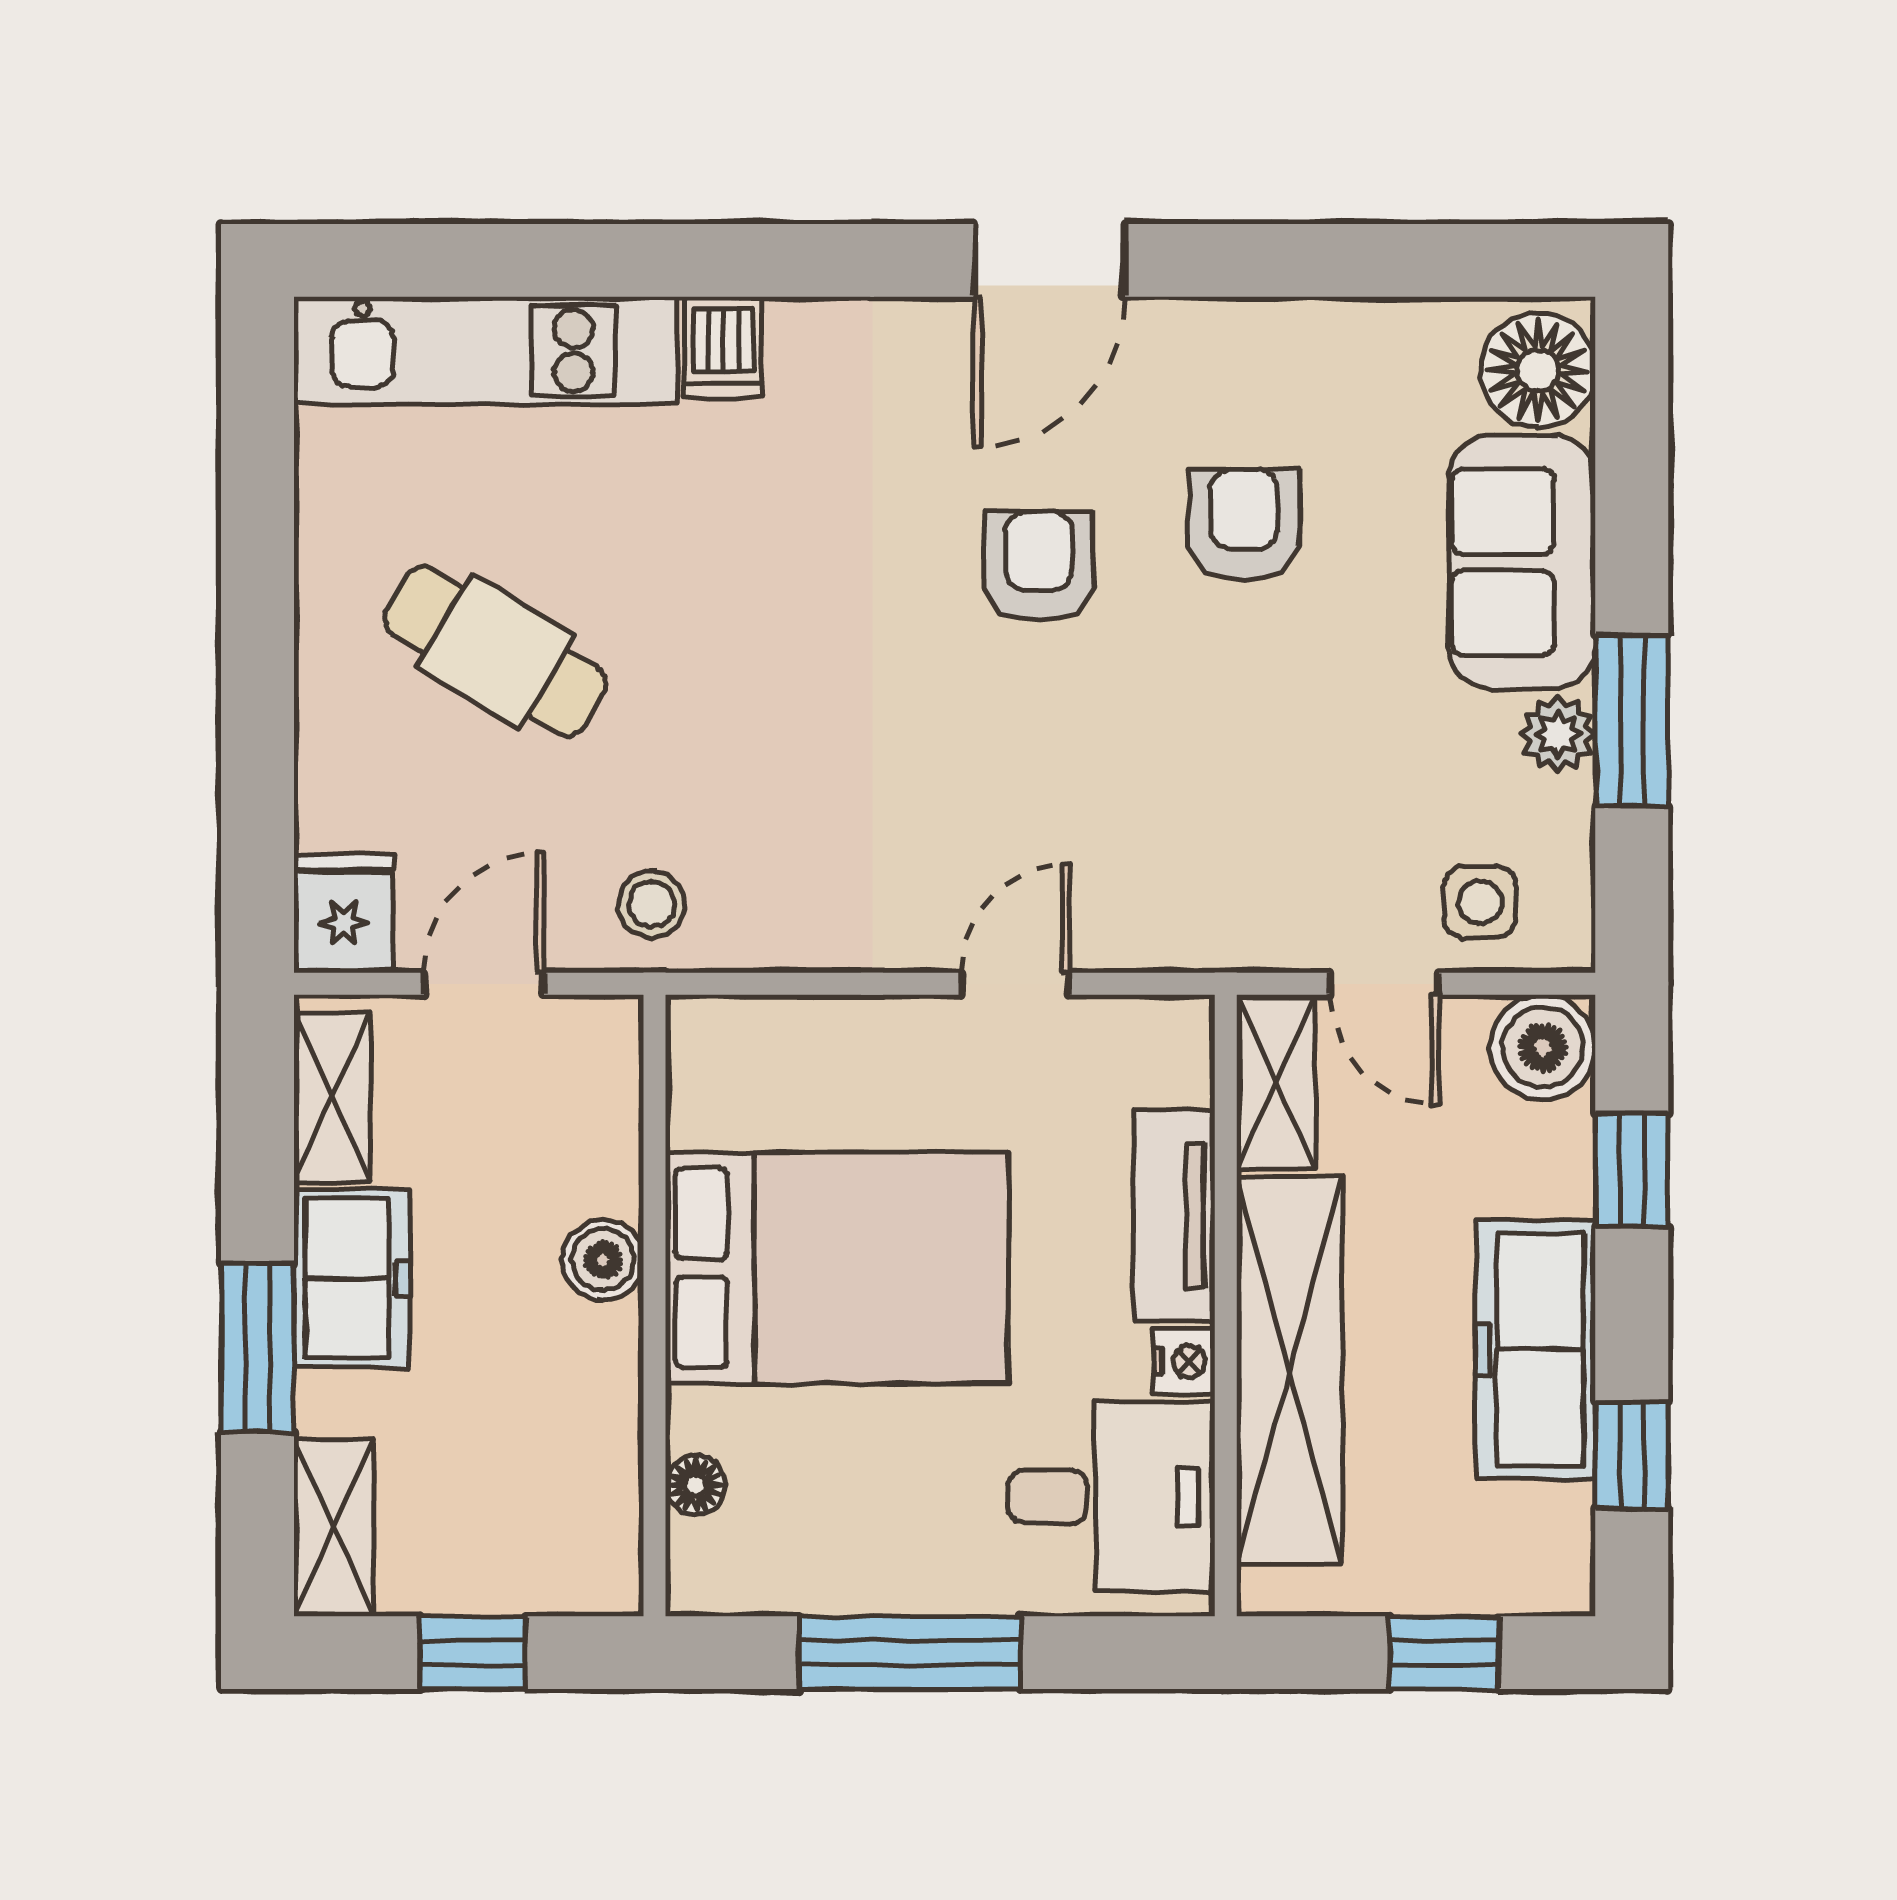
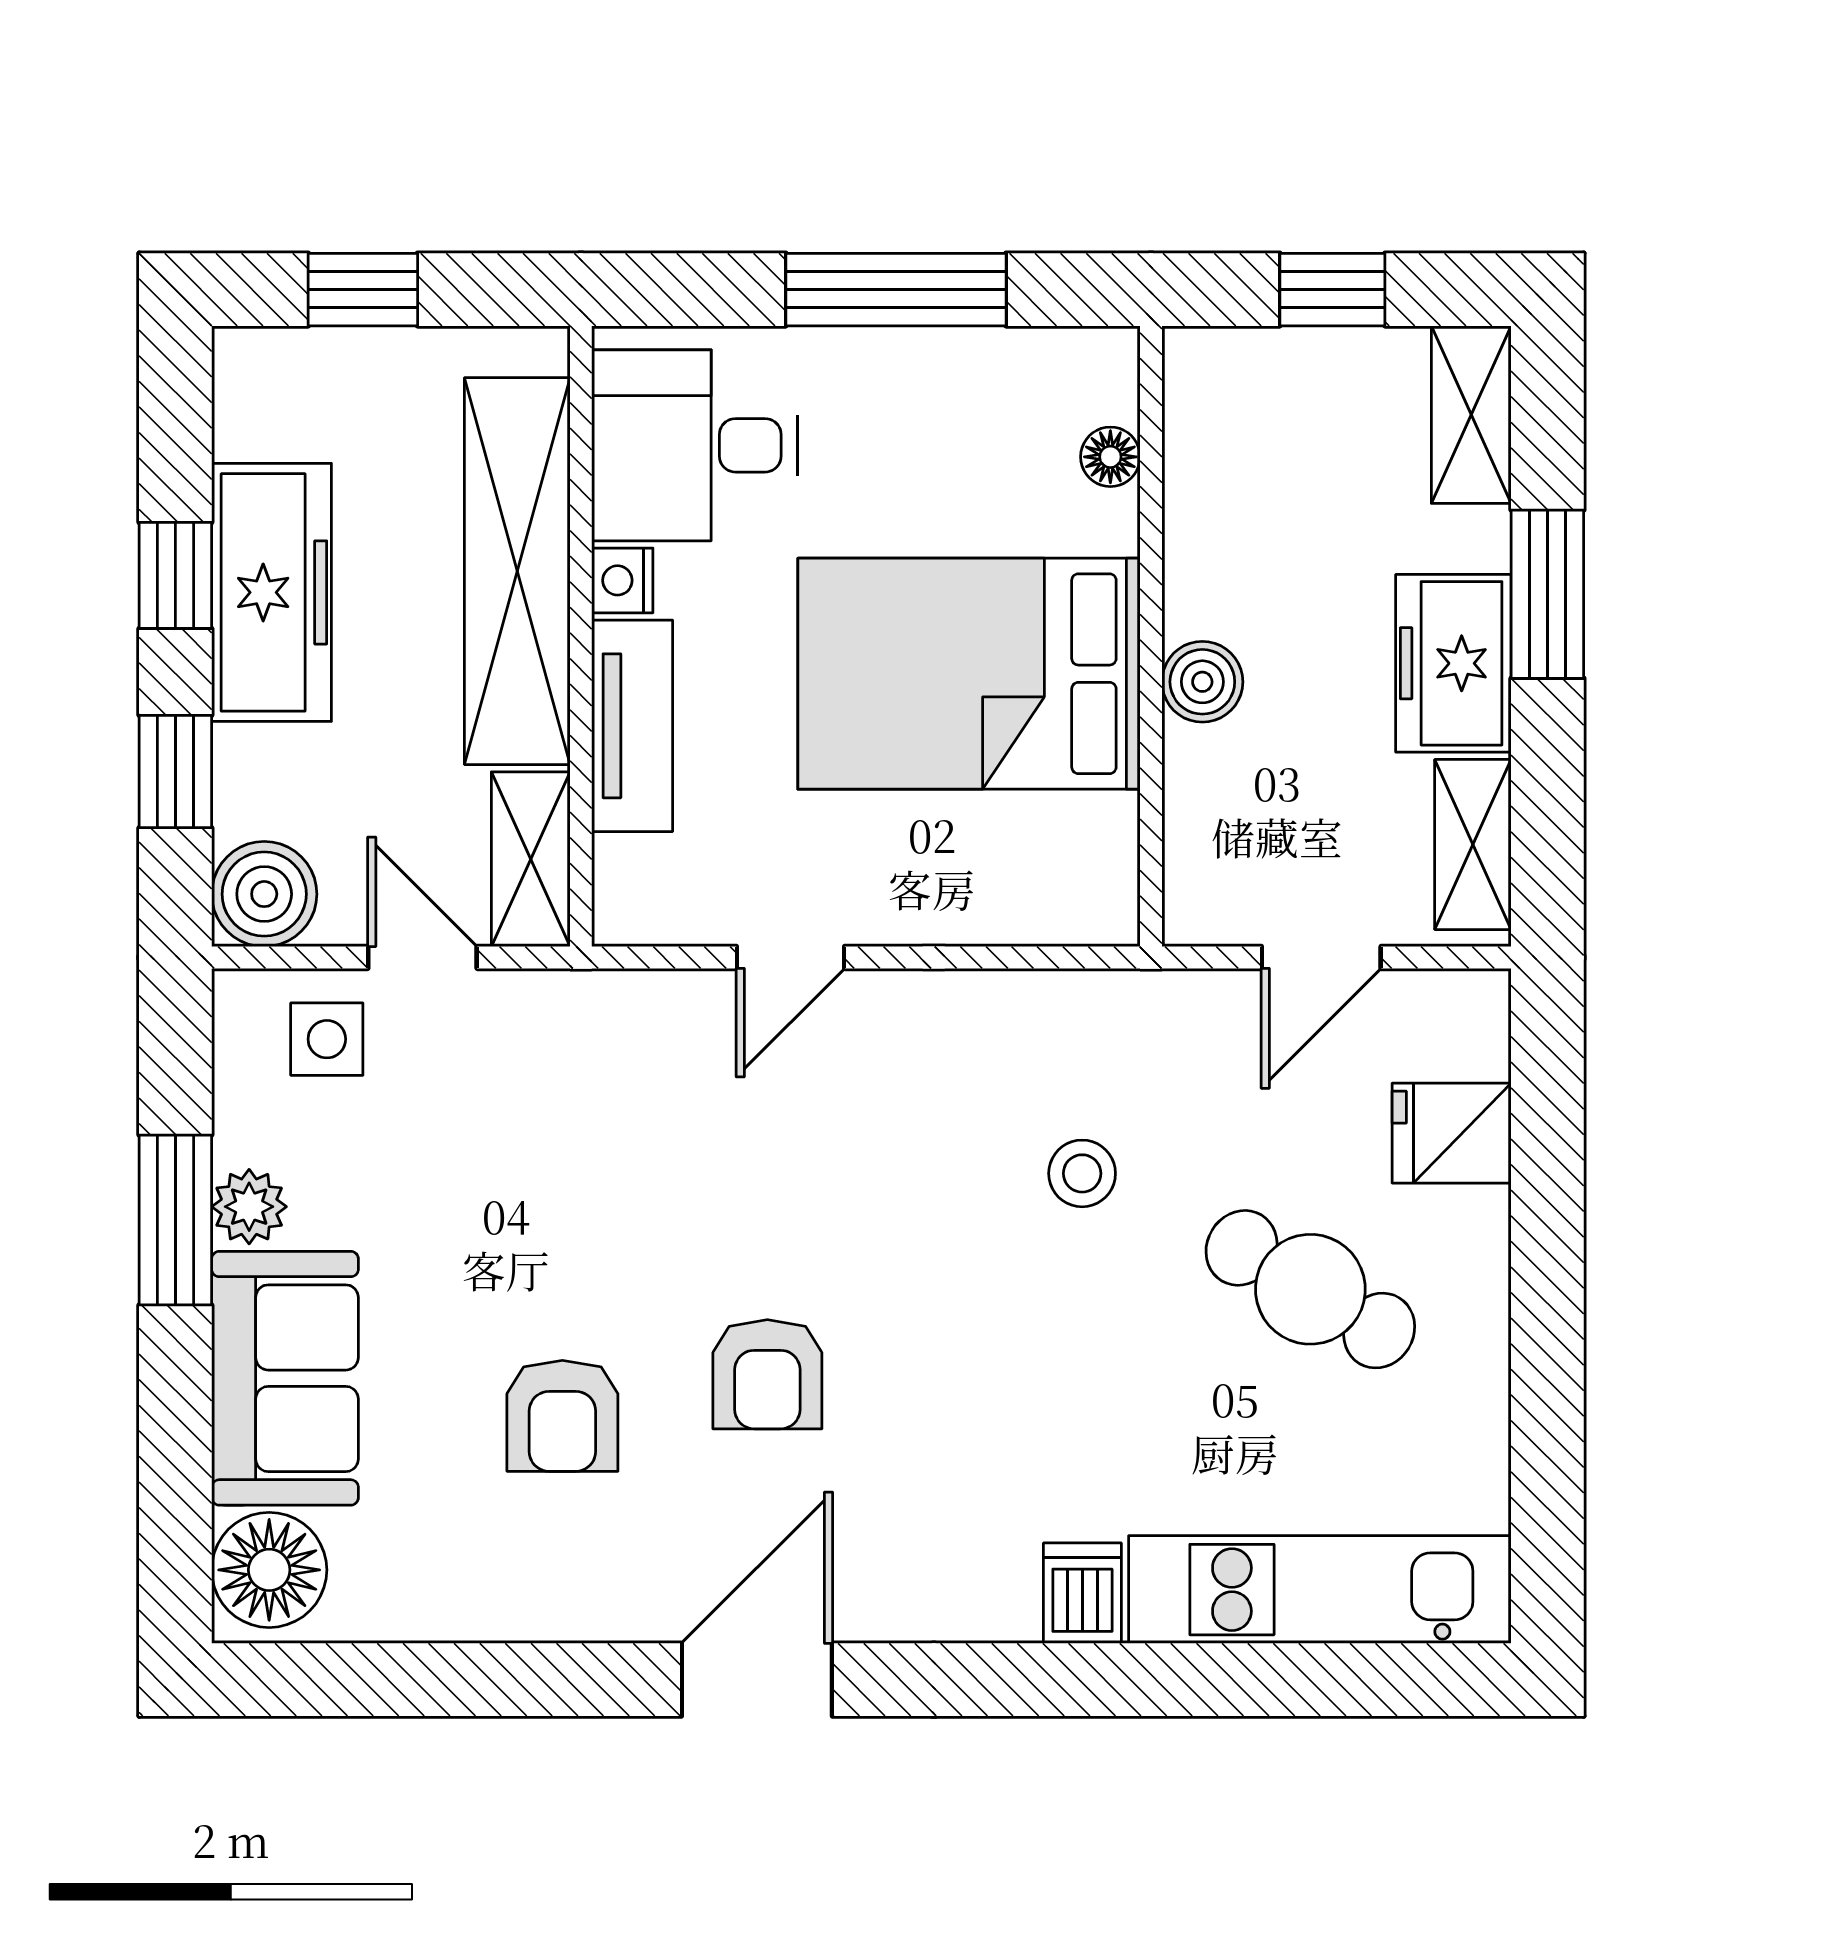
stool: (651, 904) -> (1082, 1173), moved
fridge: (344, 913) -> (1452, 1133), moved, turned 90
window: (1632, 1456) -> (175, 575), moved

